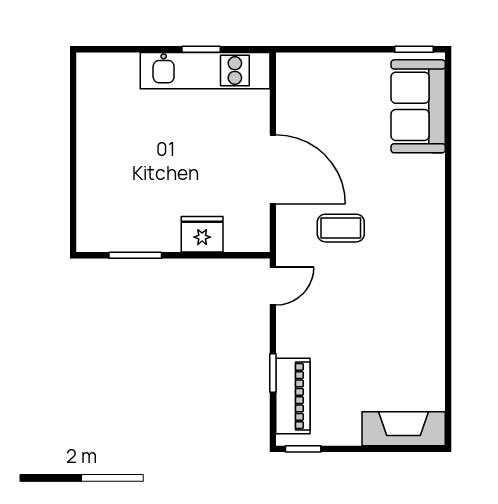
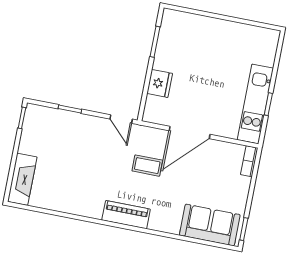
bookcase: (301, 62) -> (249, 161), added
coffee table: (341, 228) -> (147, 166), turned 90
piano: (293, 396) -> (126, 215), moved, turned 180

